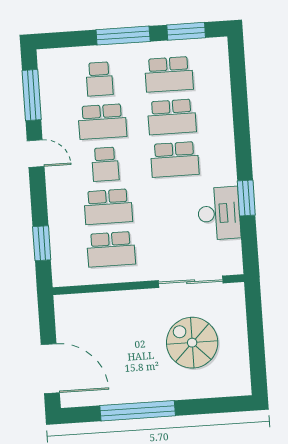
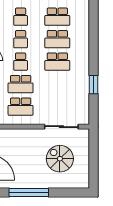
school desk: (102, 122) -> (21, 39), width x0.54
desk: (219, 213) -> (79, 92), removed

